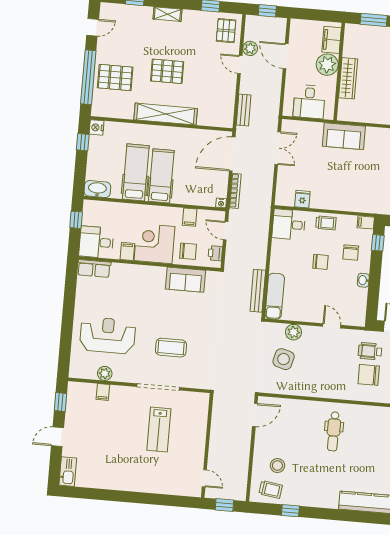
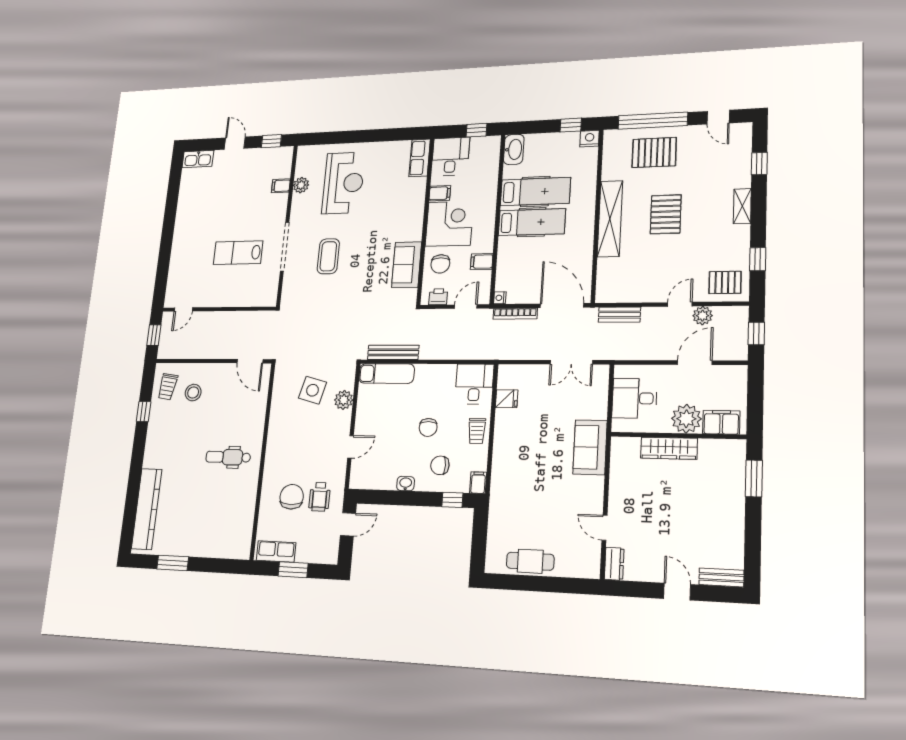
pallet: (115, 77) -> (654, 152), turned 90
wheelchair: (370, 351) -> (320, 497), turned 180

